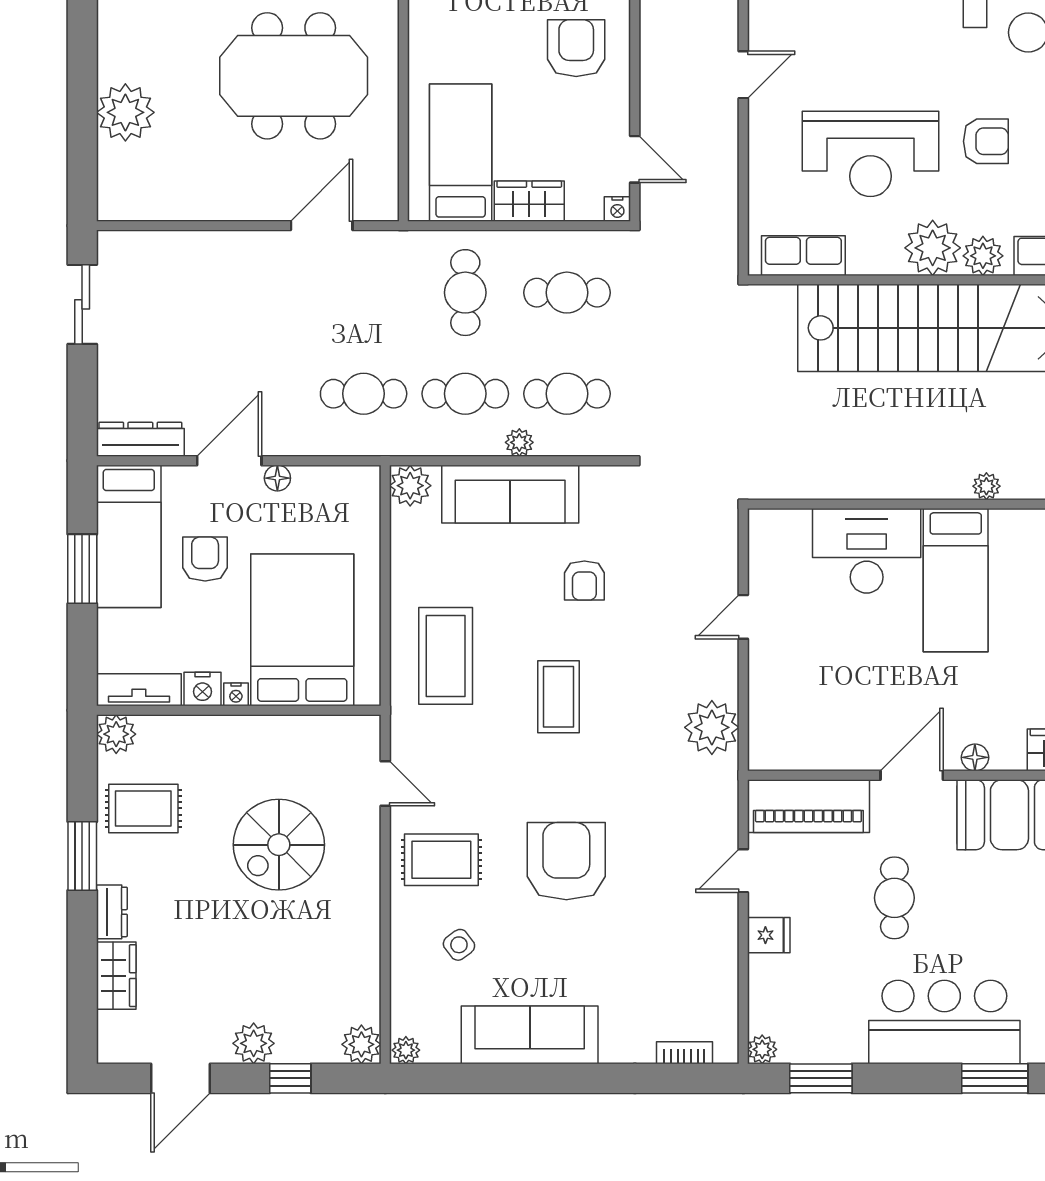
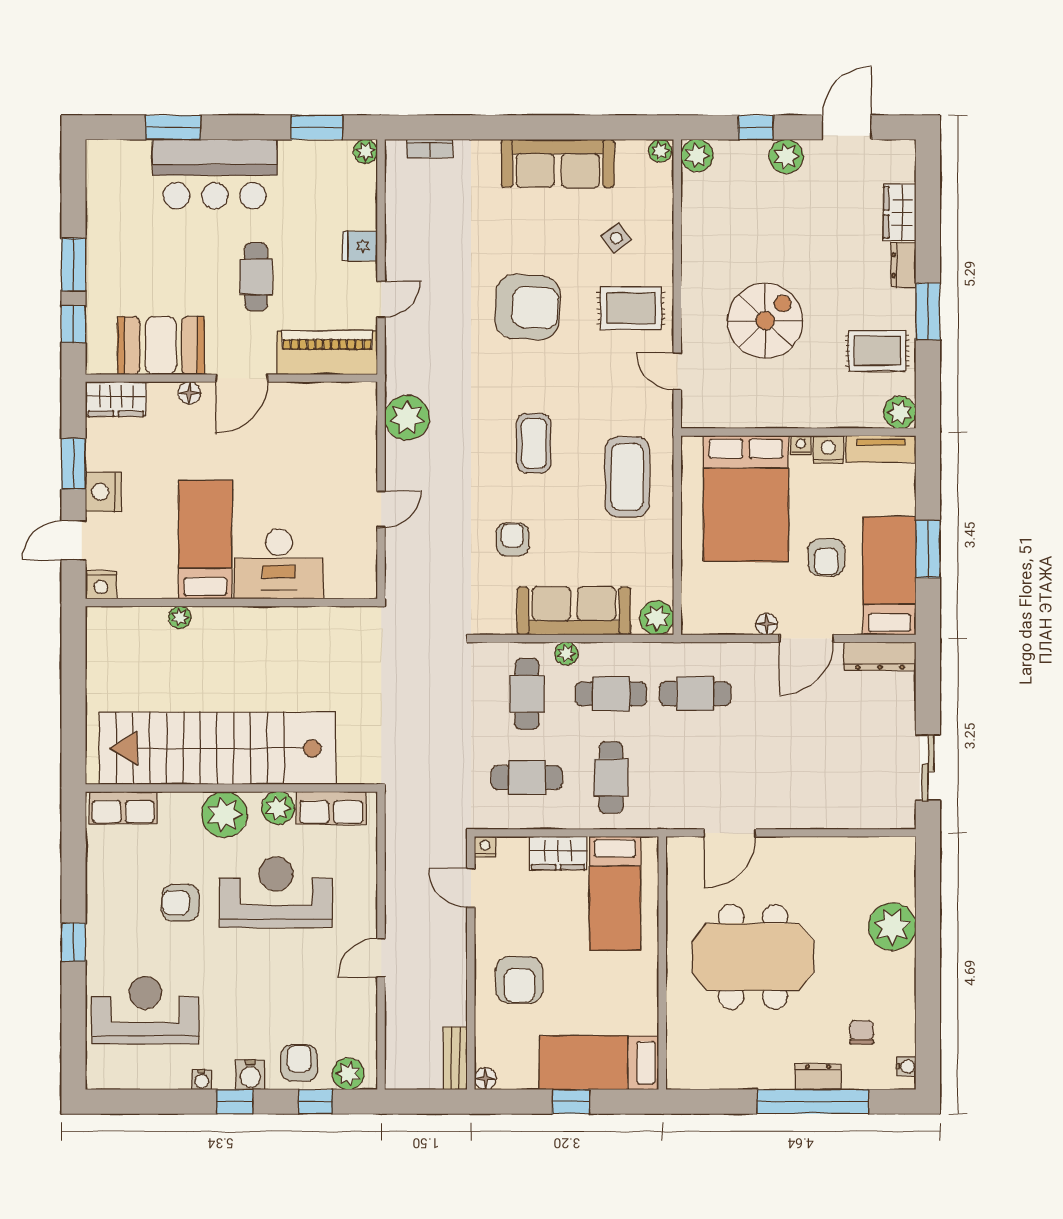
plant: (983, 256) -> (278, 808), moved
cafe table: (567, 394) -> (527, 694), turned 90
armchair: (566, 861) -> (527, 307), turned -87

